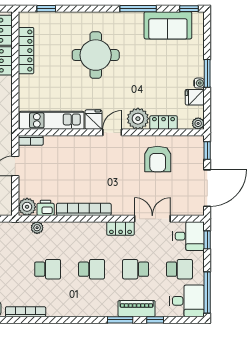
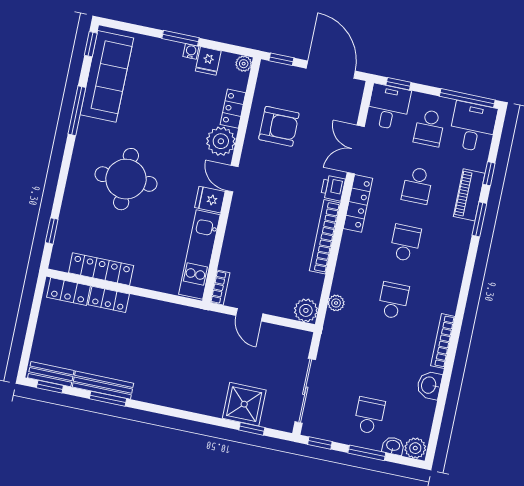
sofa: (168, 25) -> (107, 76), width x1.36
printer: (46, 208) -> (333, 188), moved
locker: (121, 228) -> (358, 203), width x1.53
school desk: (179, 269) -> (429, 128), turned 180

